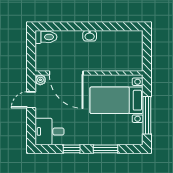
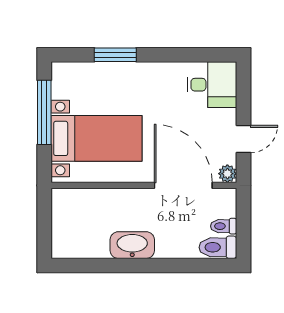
washbasin: (90, 36) -> (132, 245), width x1.91, depth x1.45
toilet: (43, 49) -> (224, 226), added
window: (72, 149) -> (174, 55), removed

